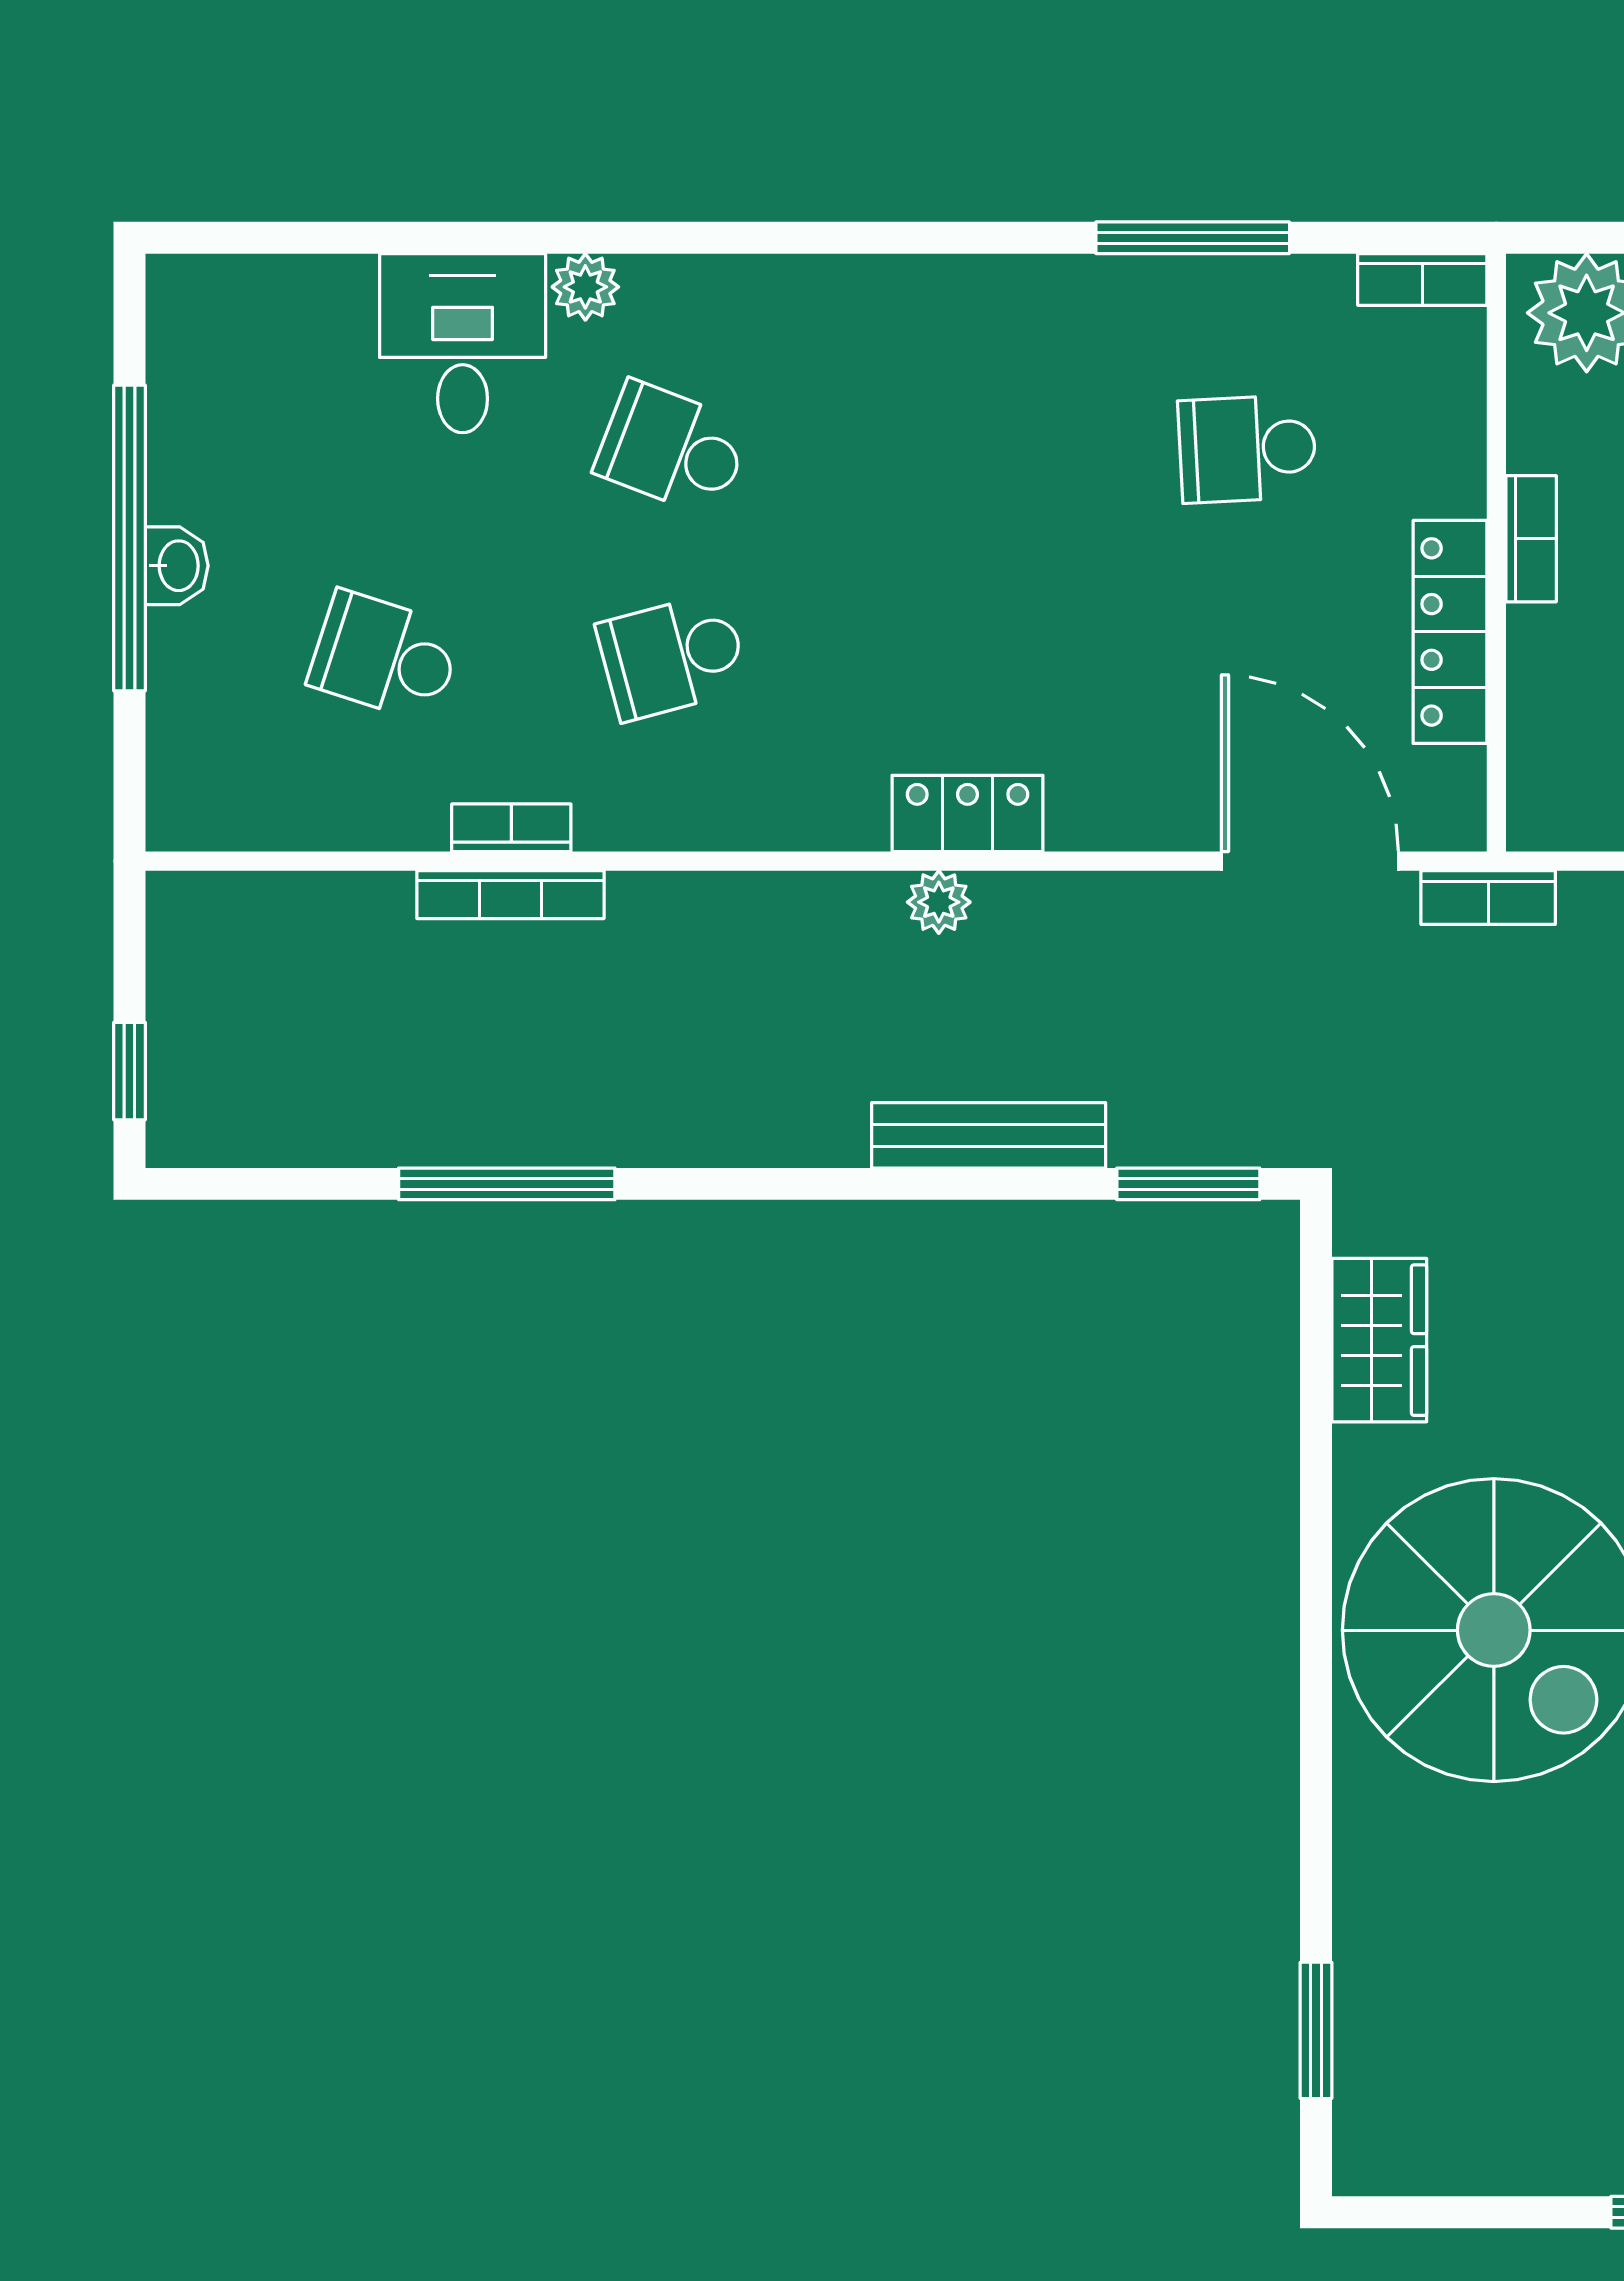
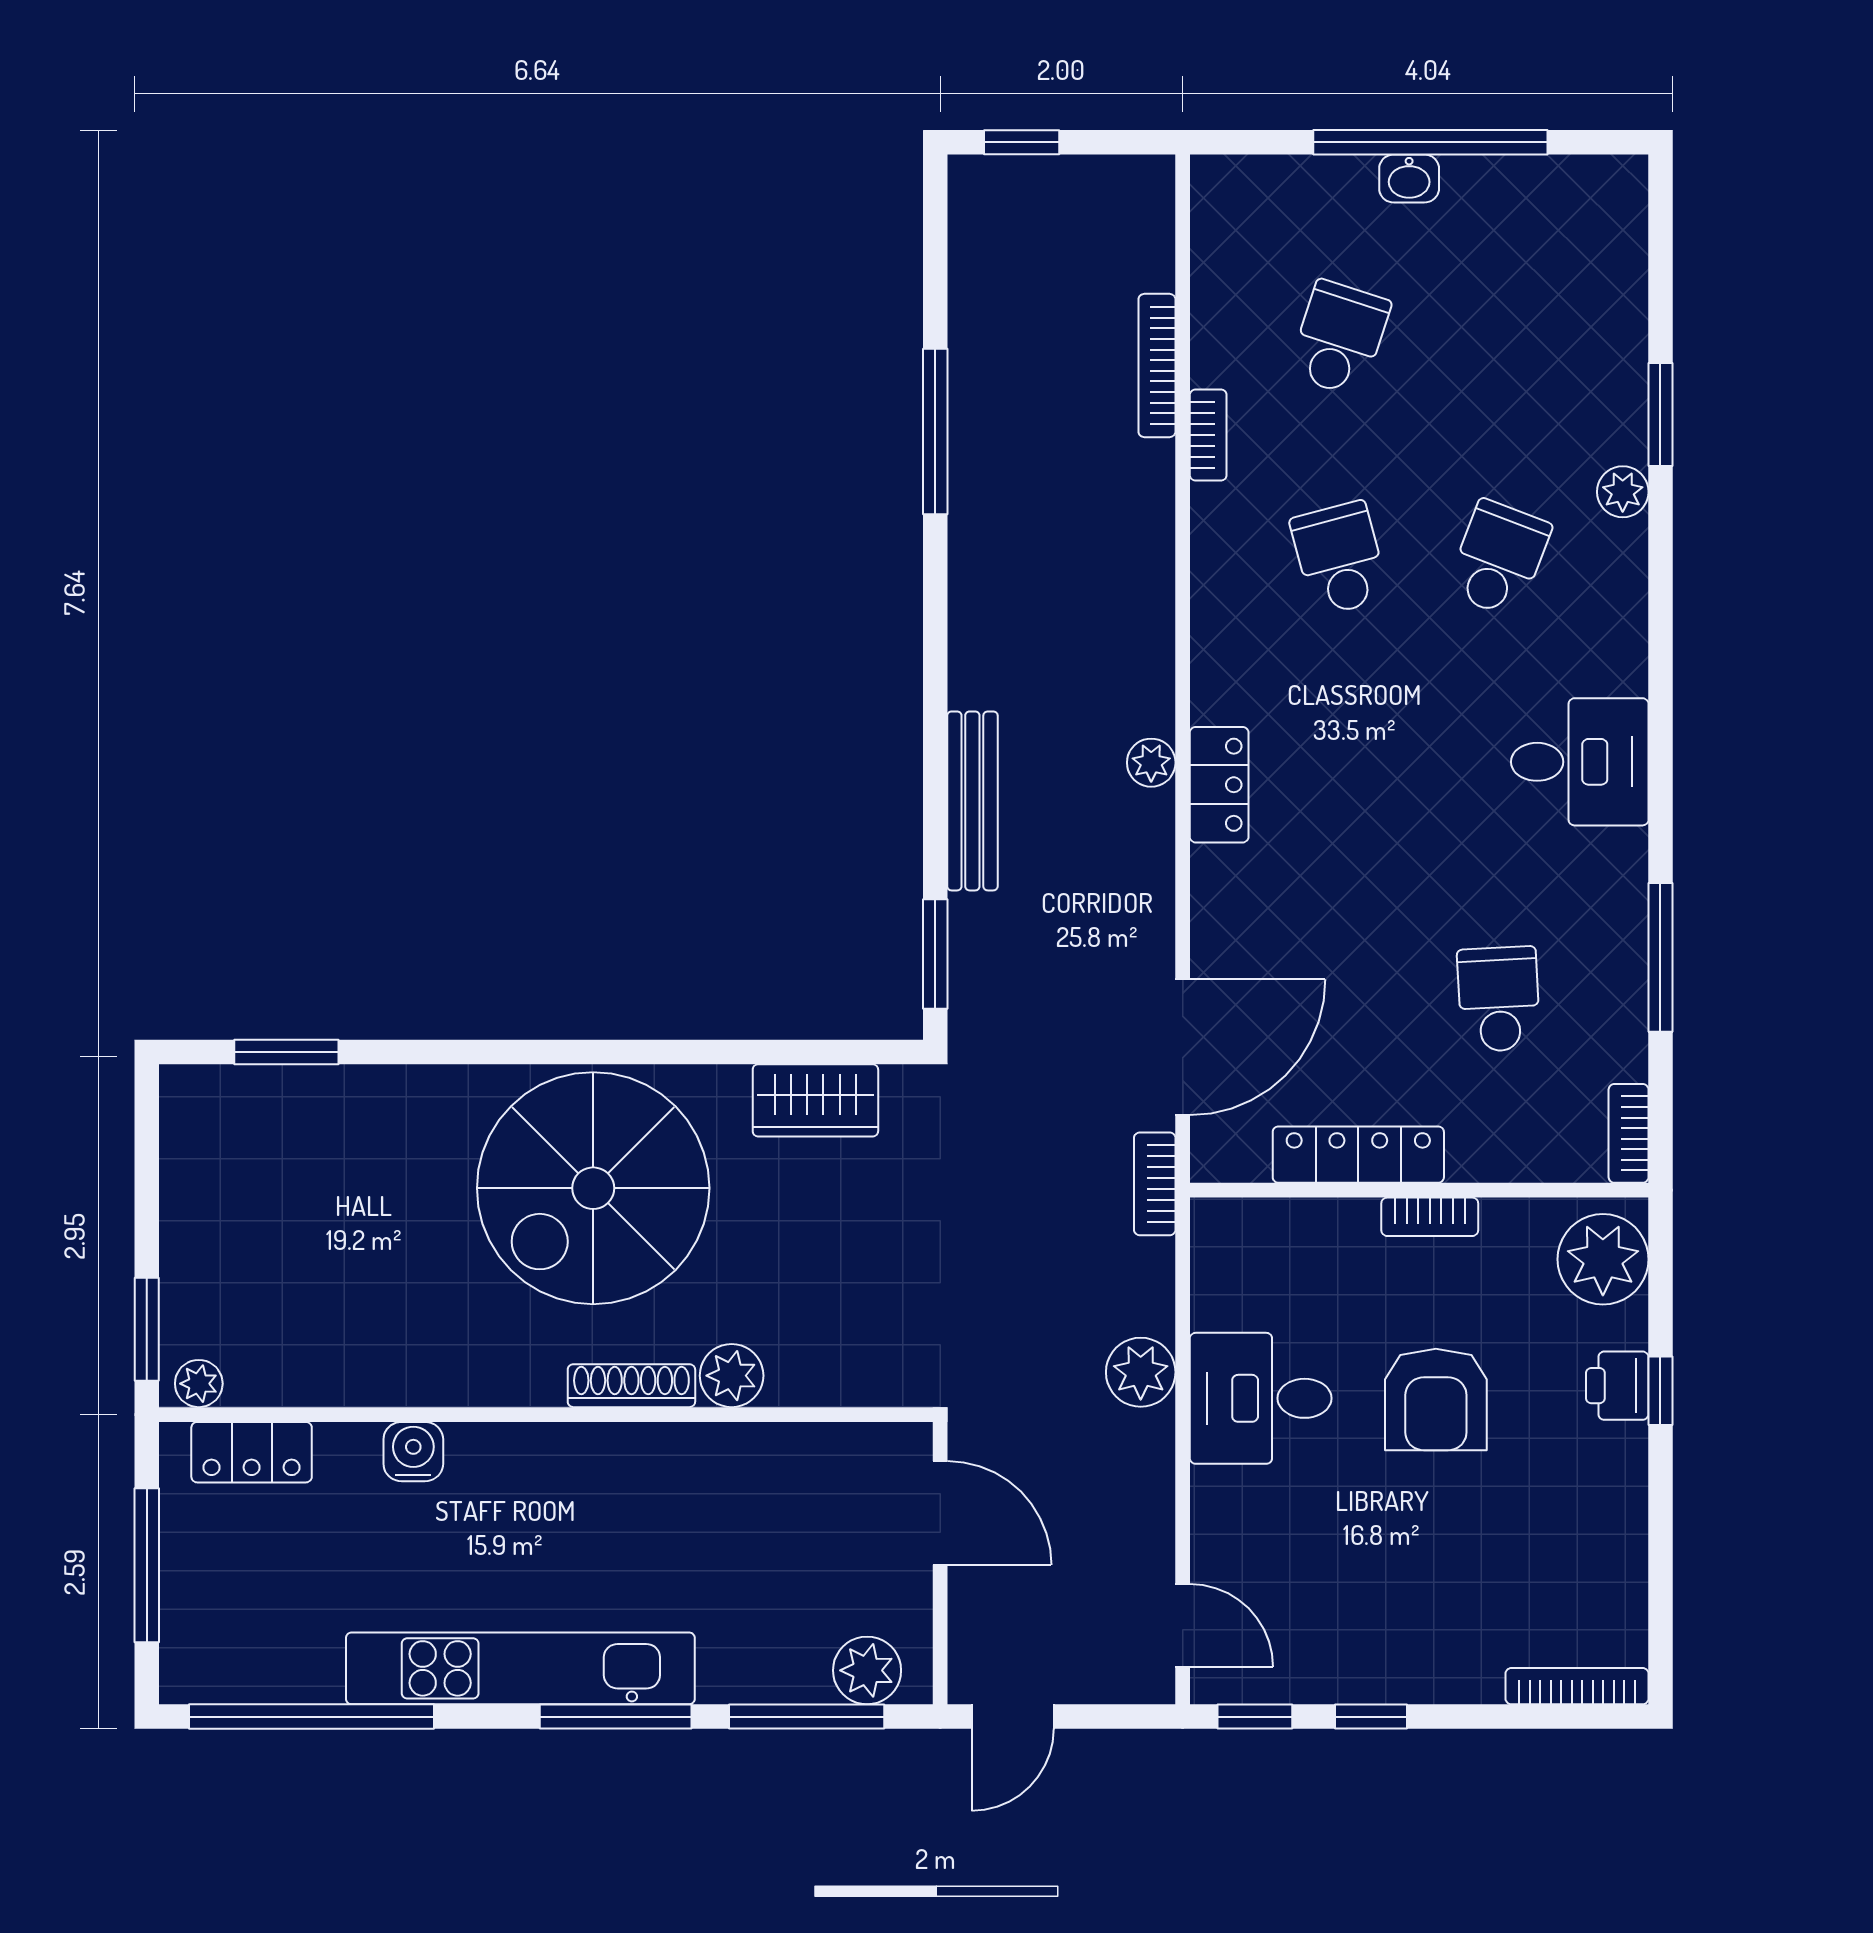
window: (484, 238) -> (1660, 414), added
desk: (463, 343) -> (1580, 762), moved
bookcase: (510, 895) -> (1157, 366), moved

